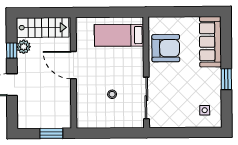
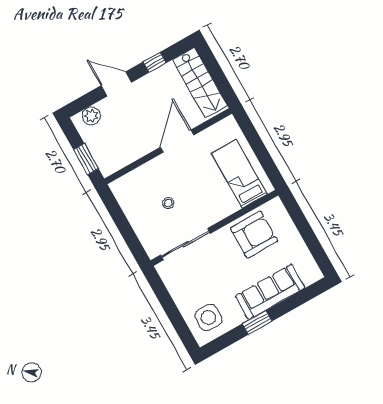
sofa: (210, 42) -> (270, 292), moved
plant: (24, 47) -> (91, 116), moved
armchair: (166, 48) -> (254, 235), turned -90
side table: (205, 110) -> (208, 318), width x1.87, depth x1.87

